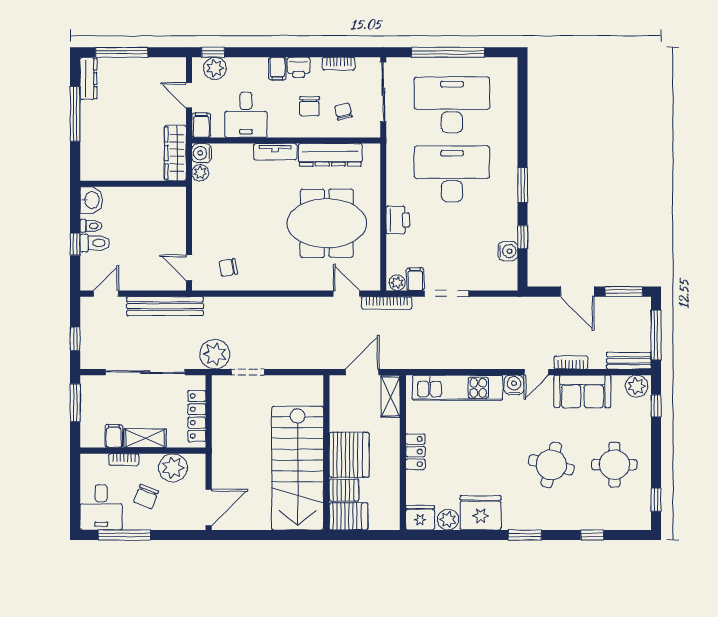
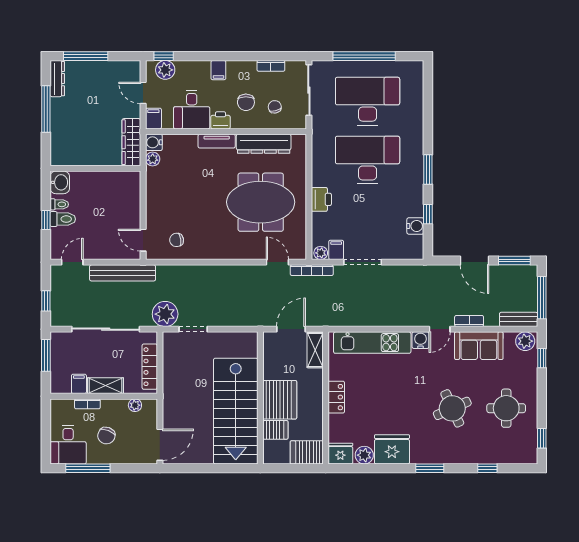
printer: (299, 67) -> (220, 120), moved, turned 180
round table: (551, 465) -> (452, 408), turned -38
plant: (173, 468) -> (135, 405), width x0.53, depth x0.53
server rack: (349, 516) -> (307, 452), moved, turned 180

